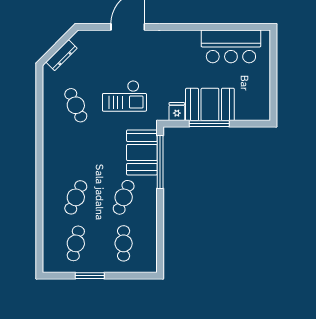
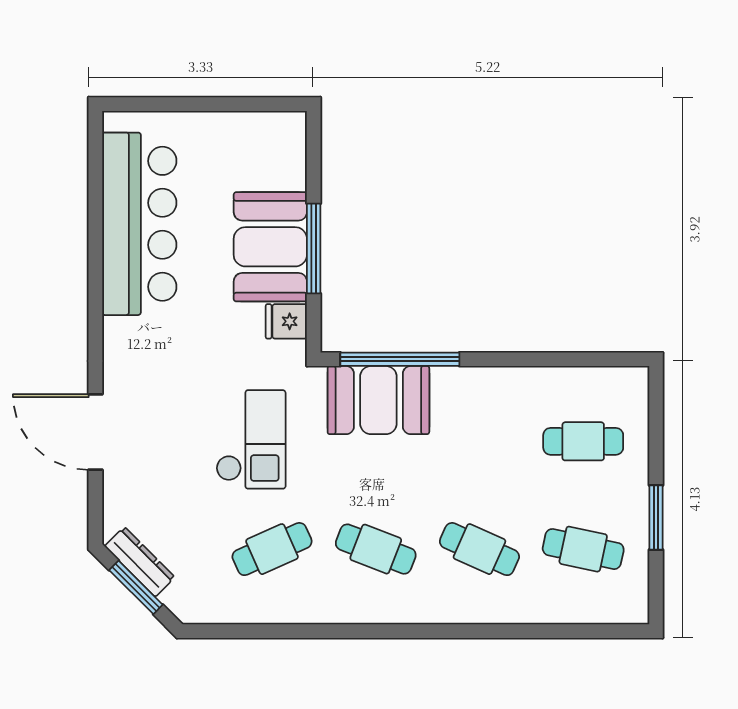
window: (59, 45) -> (136, 587), added
bar counter: (231, 46) -> (139, 224), width x1.36
dresser: (61, 55) -> (140, 562), moved
cafe table: (124, 197) -> (376, 549), moved

